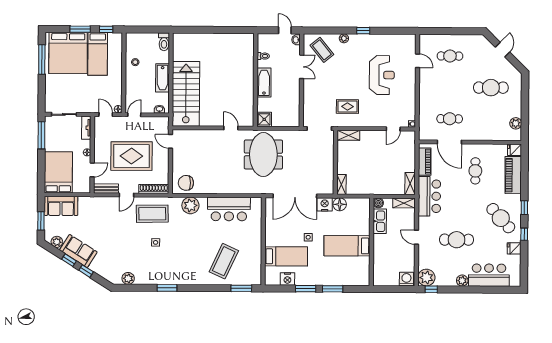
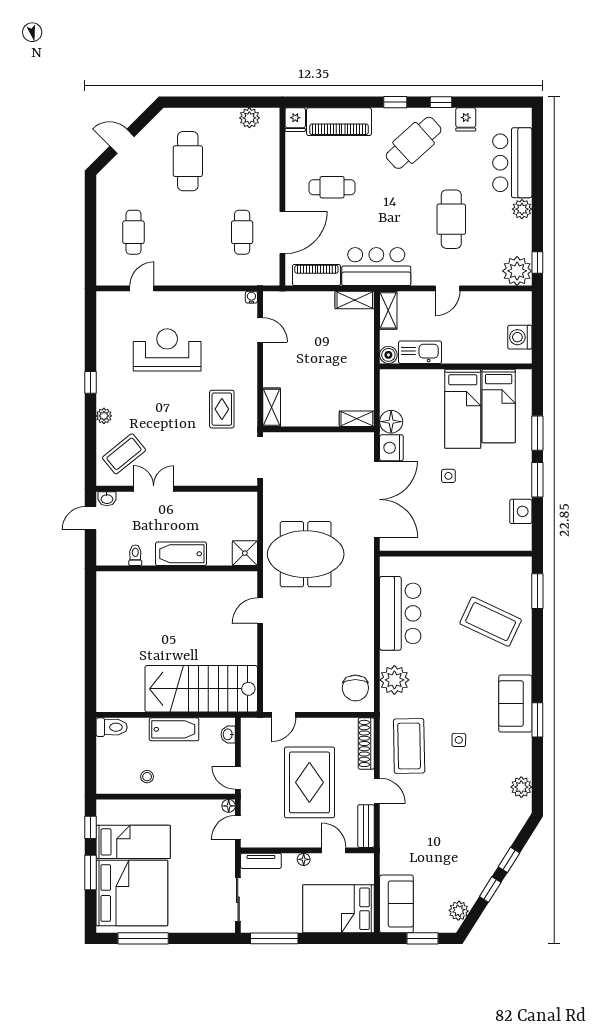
sofa: (78, 251) -> (515, 704), moved, turned -32
bed: (286, 256) -> (499, 406), moved, turned 180
washing machine: (406, 279) -> (520, 337), moved

